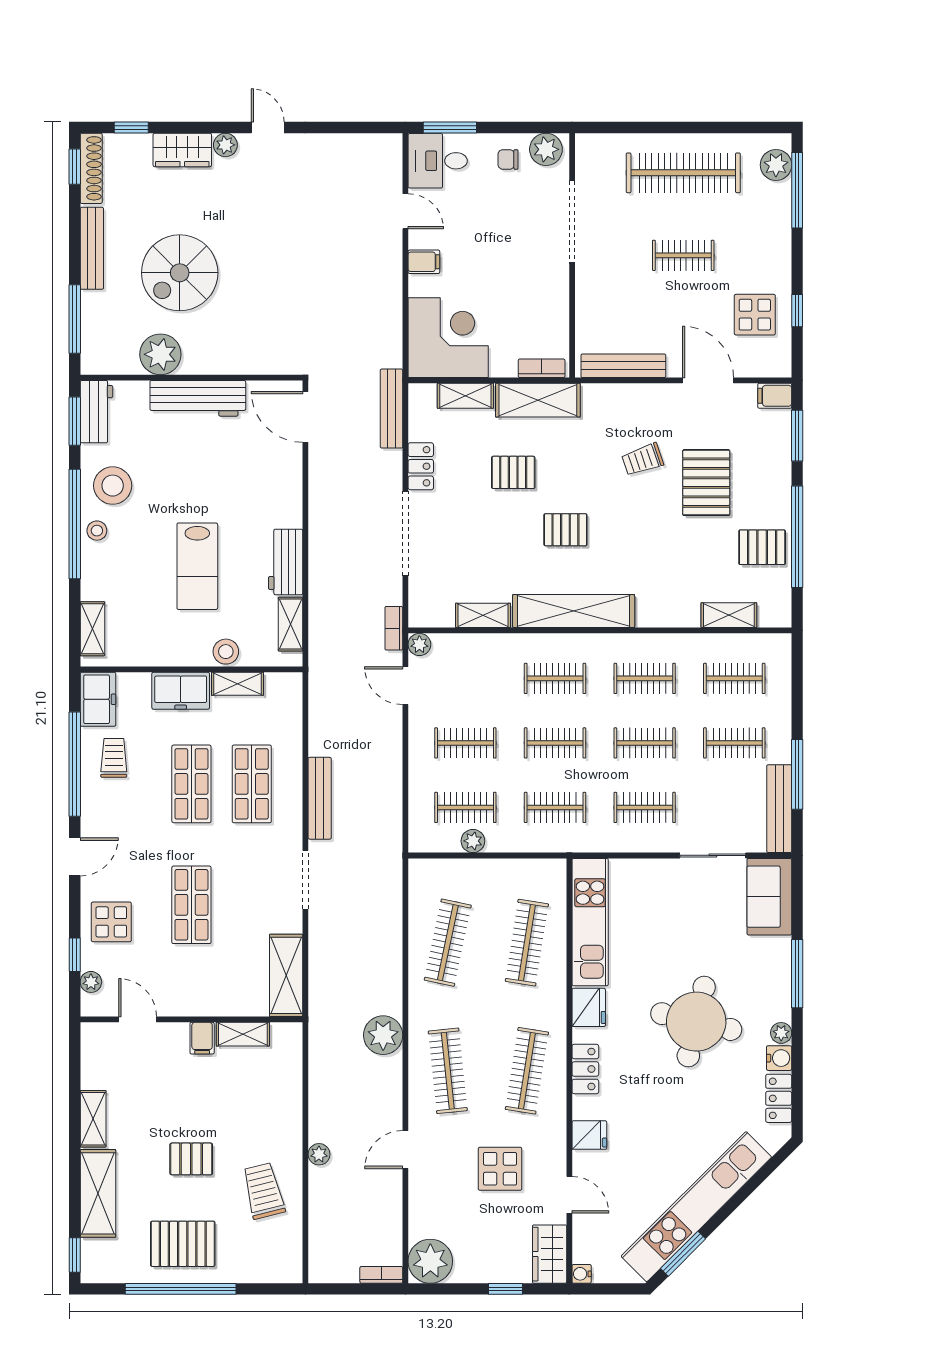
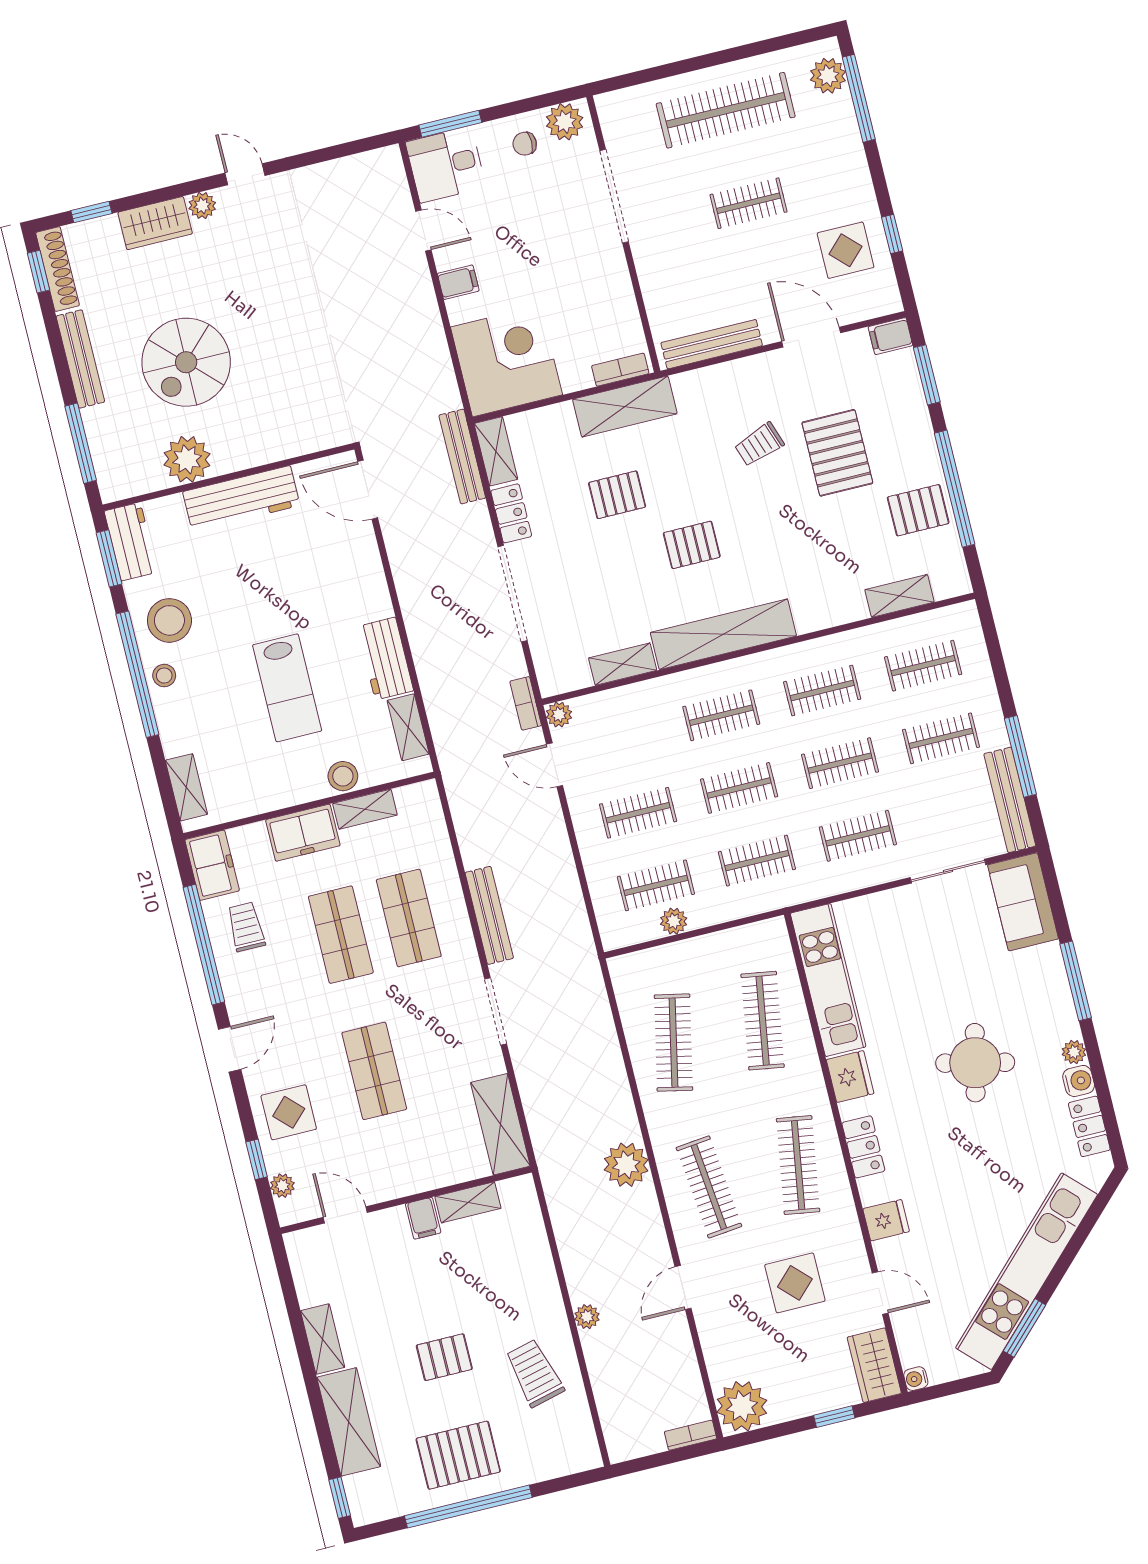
shelving: (465, 396) -> (496, 451), moved, turned 90
round table: (696, 1022) -> (975, 1063), width x0.73, depth x0.73

